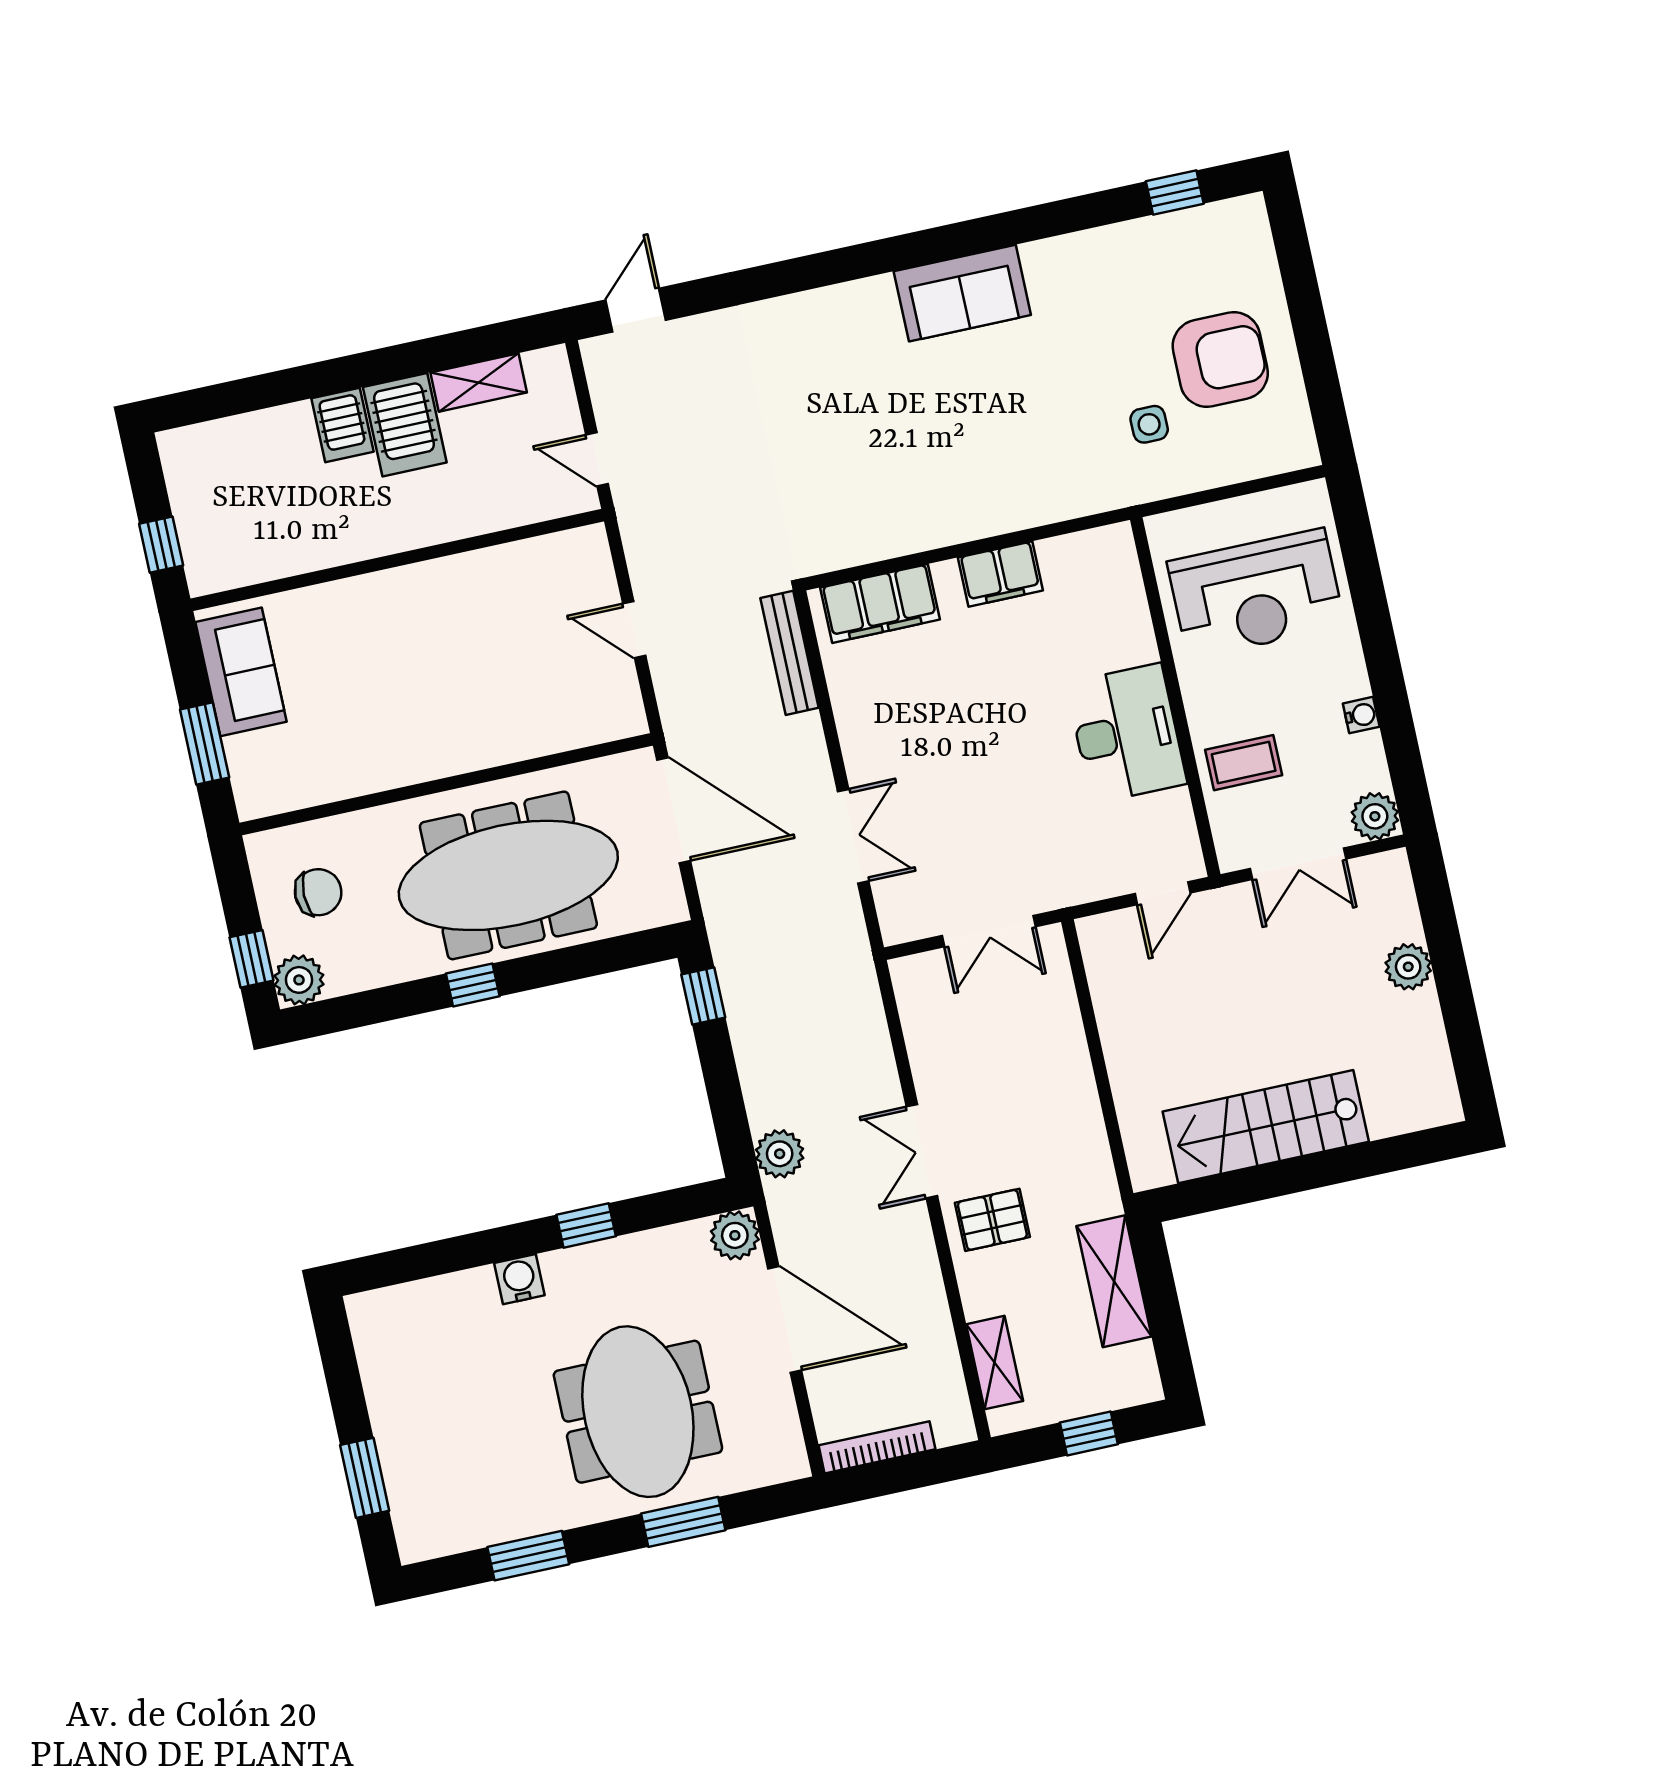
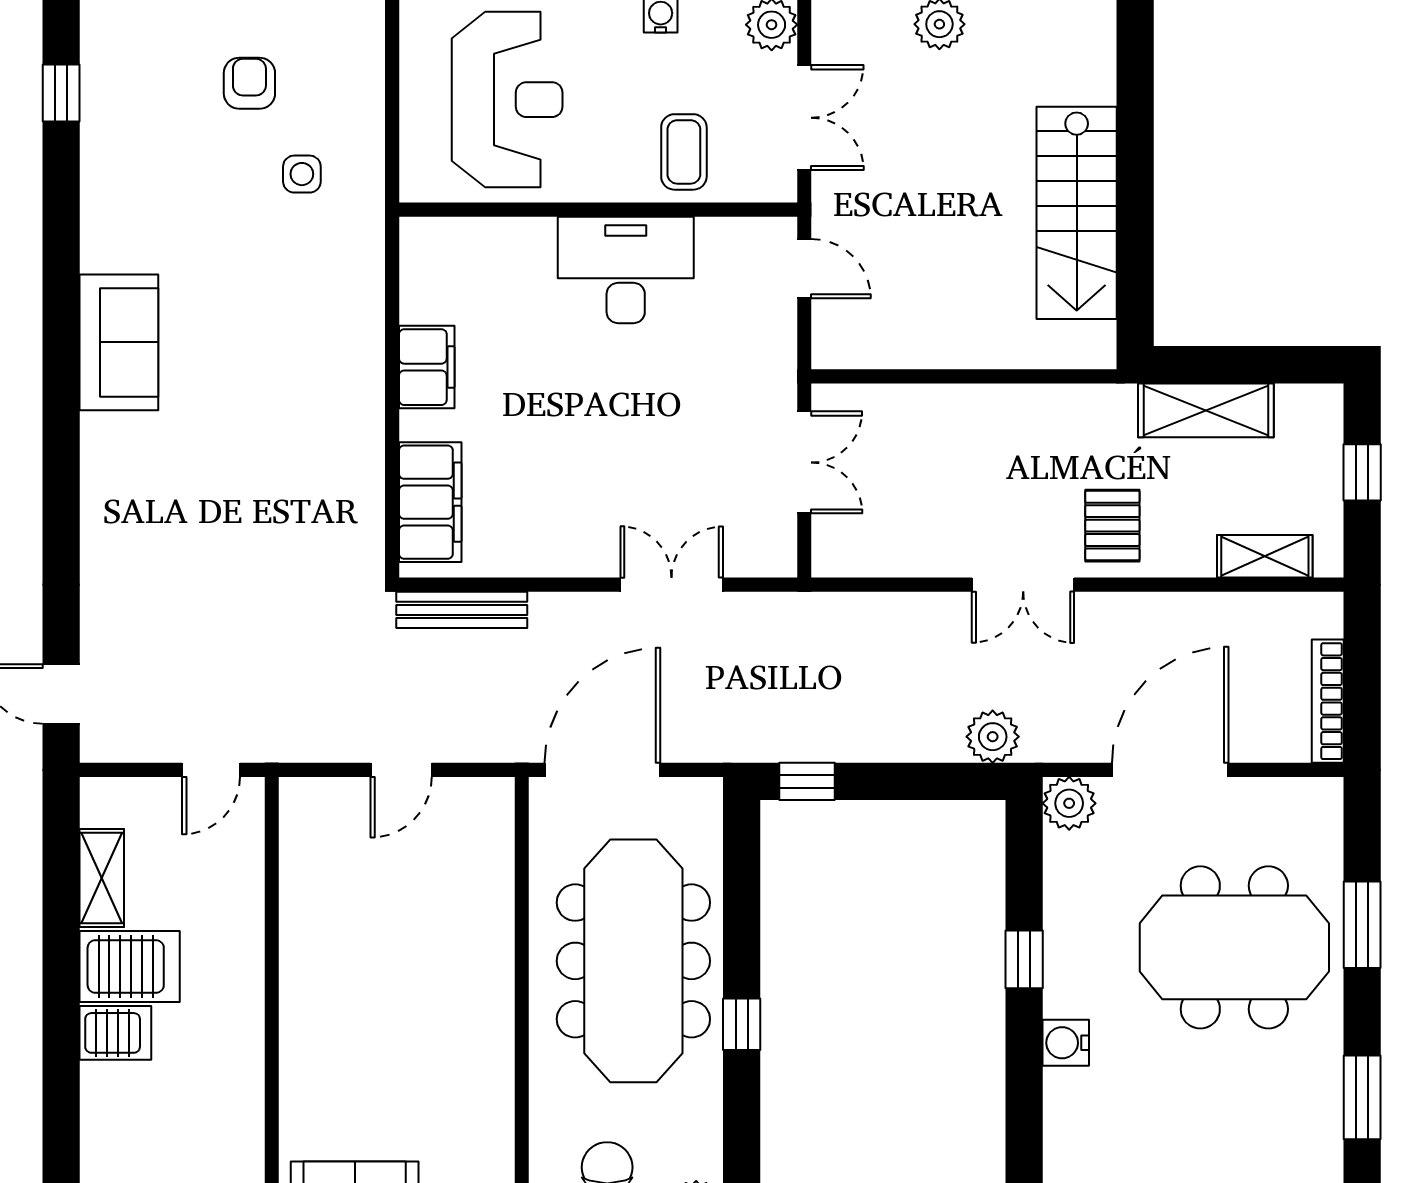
armchair: (1220, 359) -> (249, 83), width x0.53, depth x0.53

